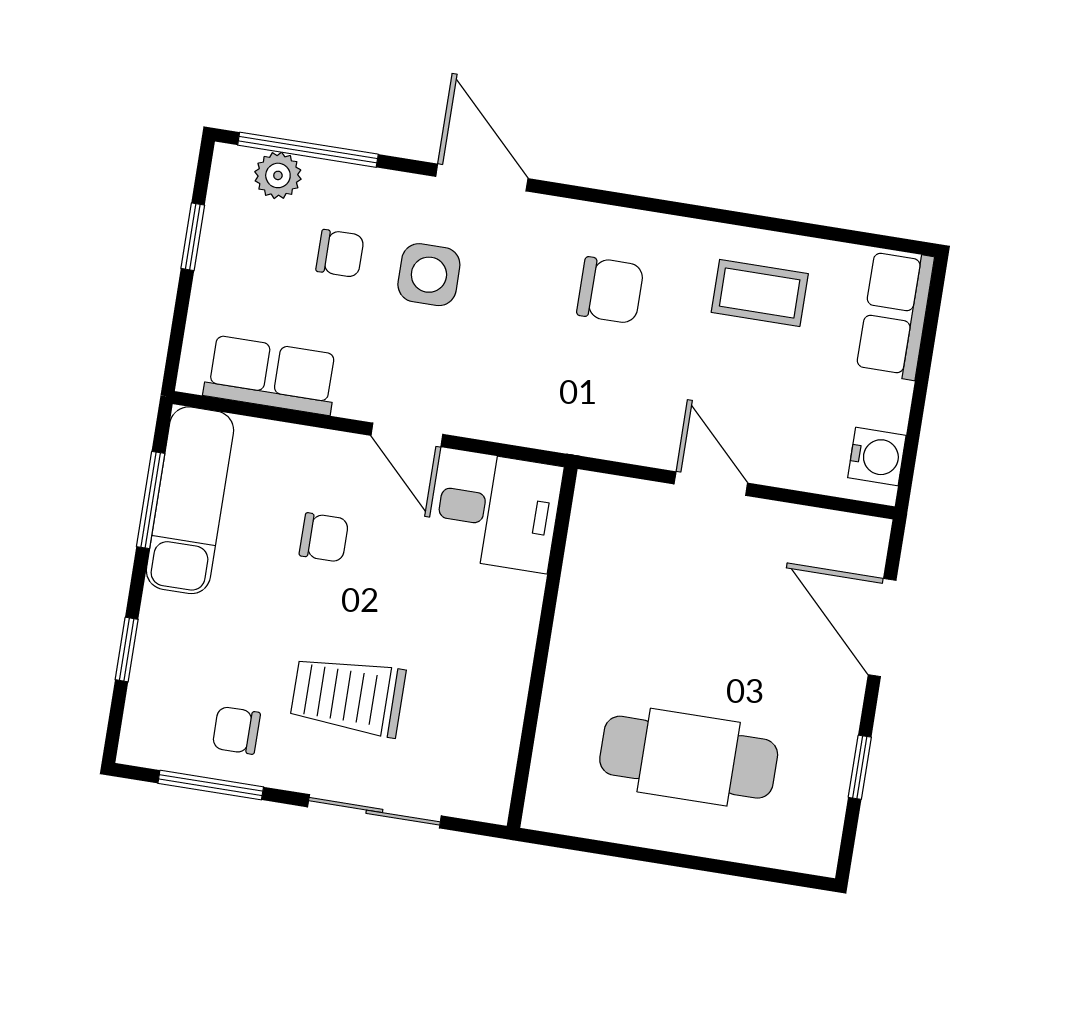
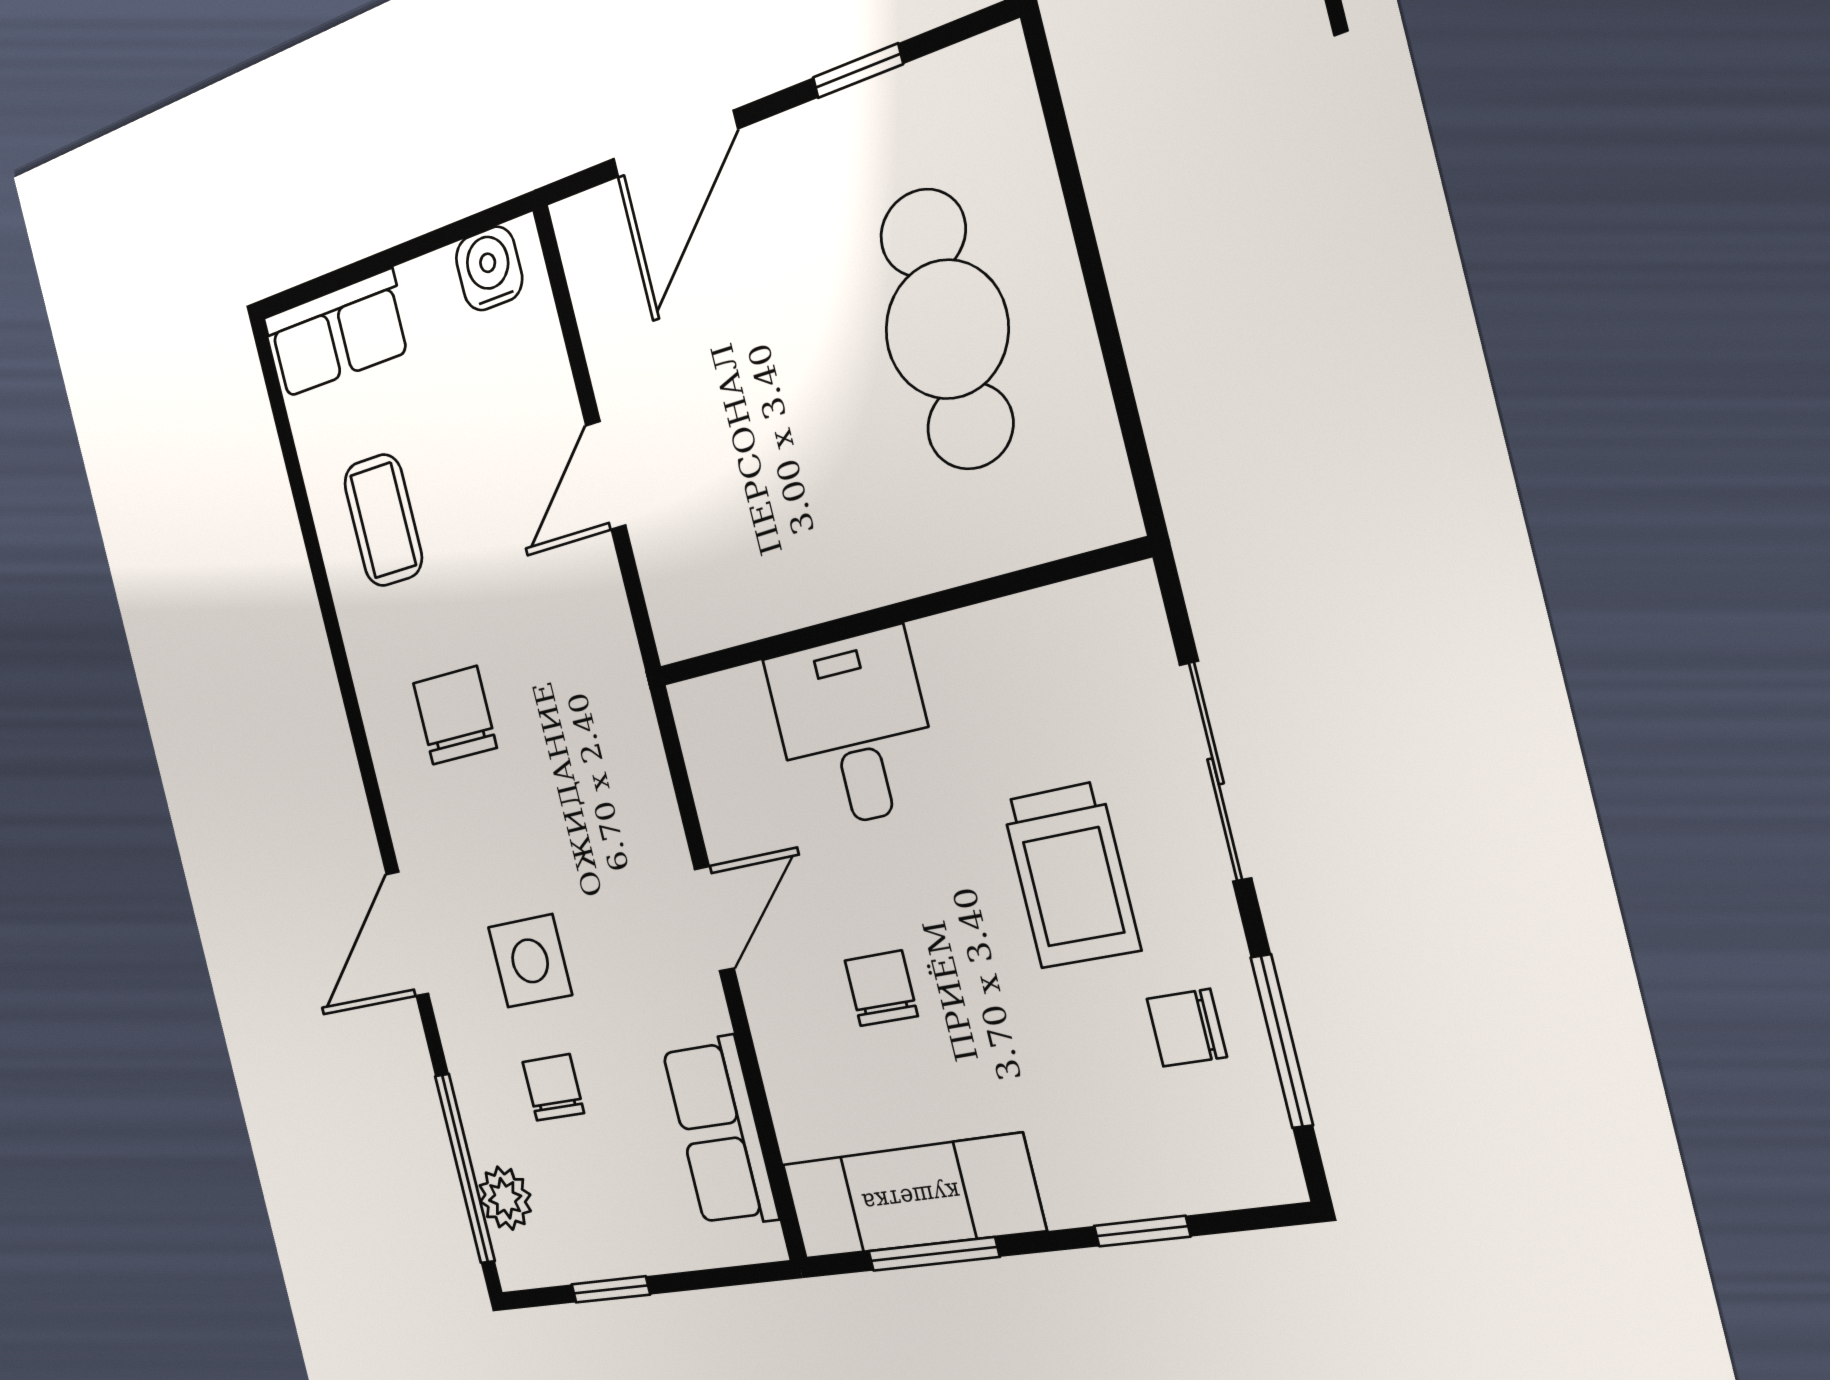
desk: (498, 511) -> (853, 730), moved
chair: (236, 730) -> (1187, 1028), turned 90

